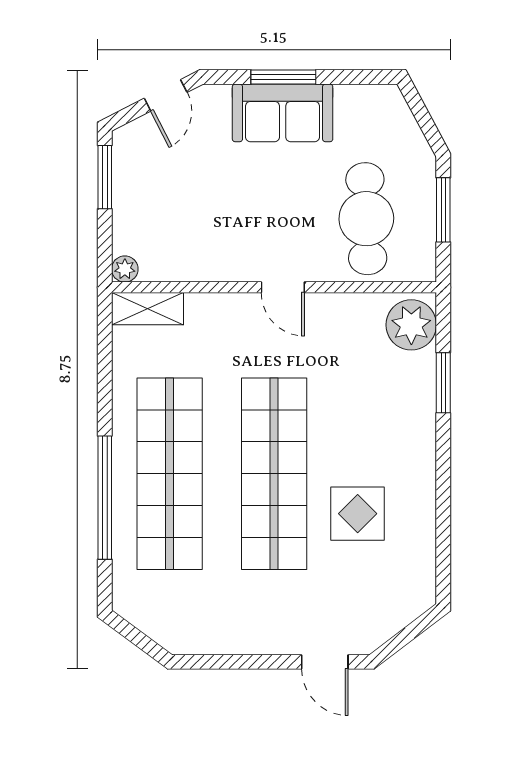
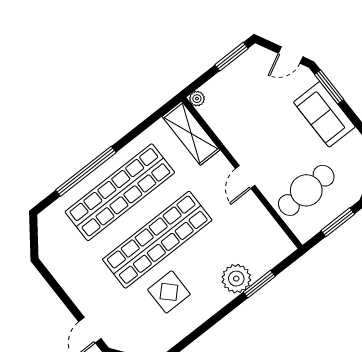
window: (283, 77) -> (329, 87), moved
shelving: (148, 309) -> (191, 133), width x1.50, depth x1.33
plant: (411, 325) -> (236, 279), moved

